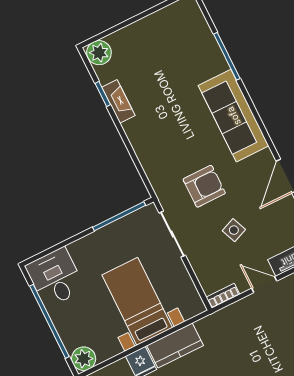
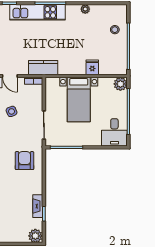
armchair: (204, 186) -> (25, 161), moved, turned 90
kitchen counter: (175, 345) -> (43, 68), moved

